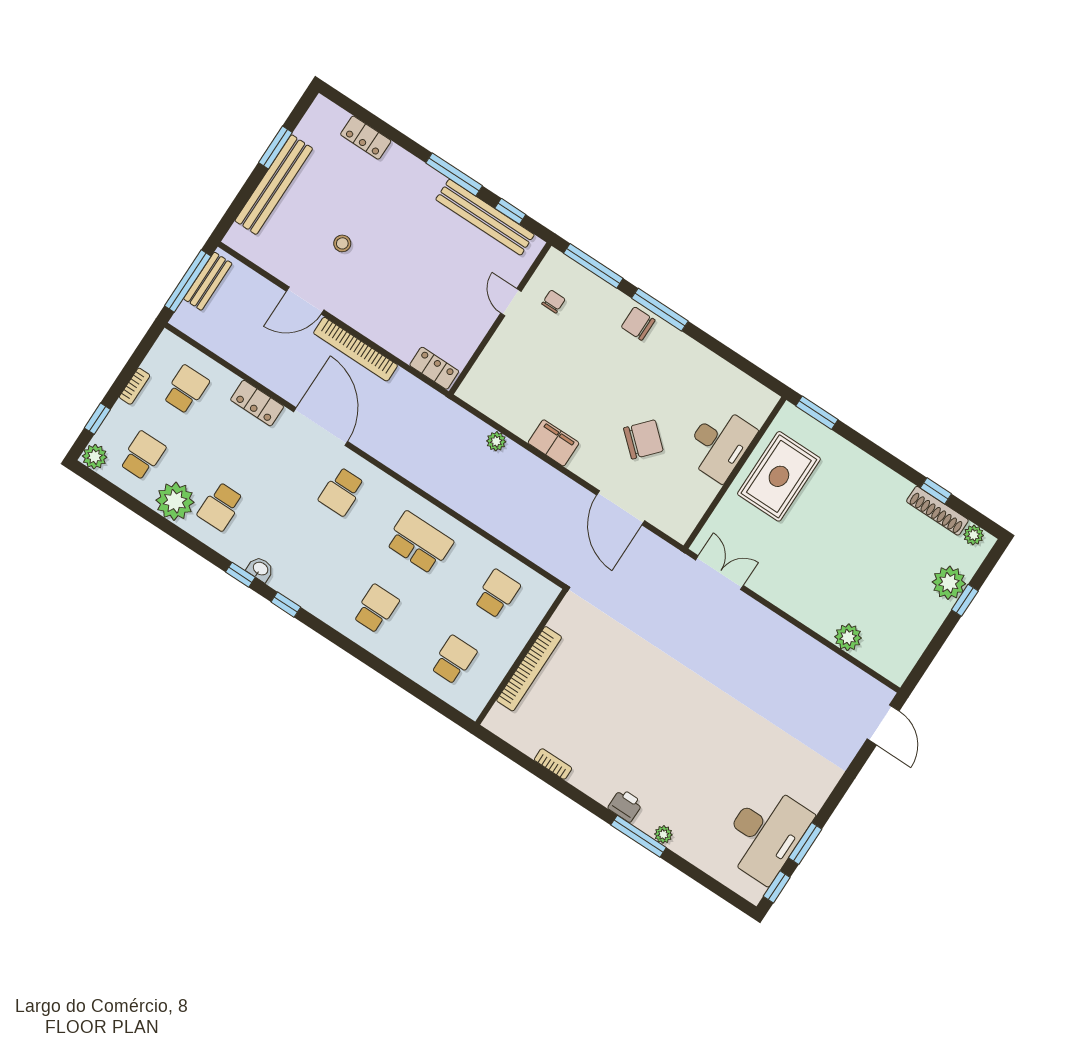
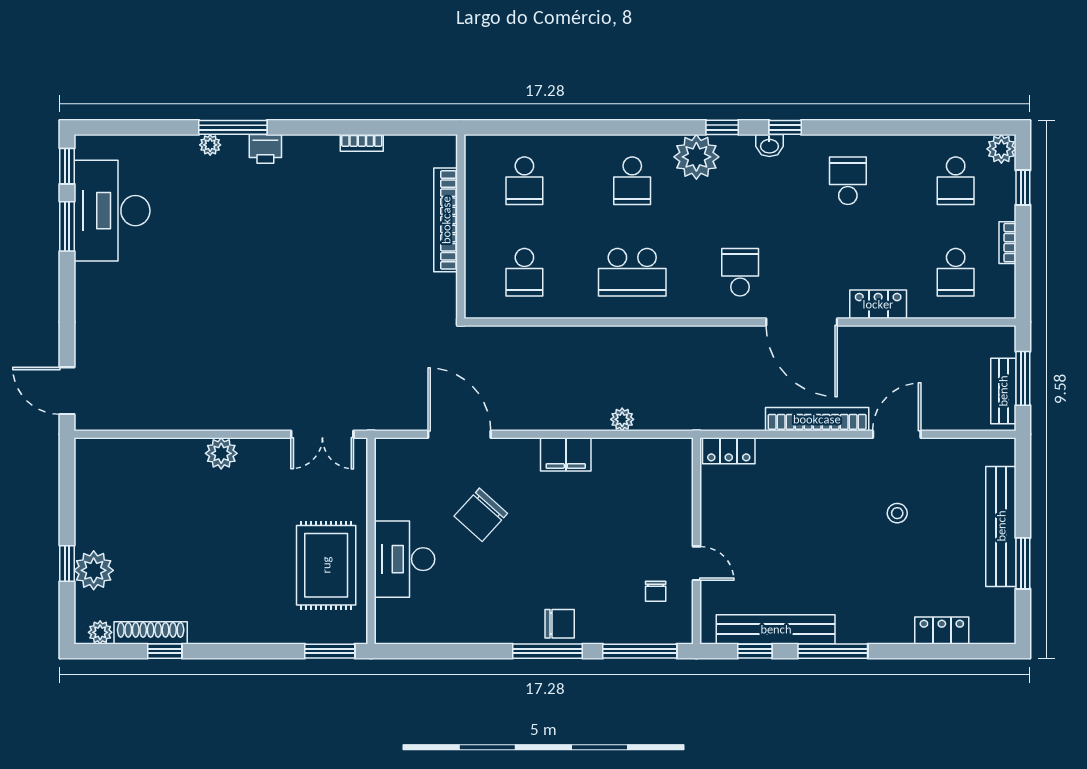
window: (188, 281) -> (1023, 378), width x0.69
plant: (175, 501) -> (696, 157), moved
plant: (848, 637) -> (221, 453), moved

